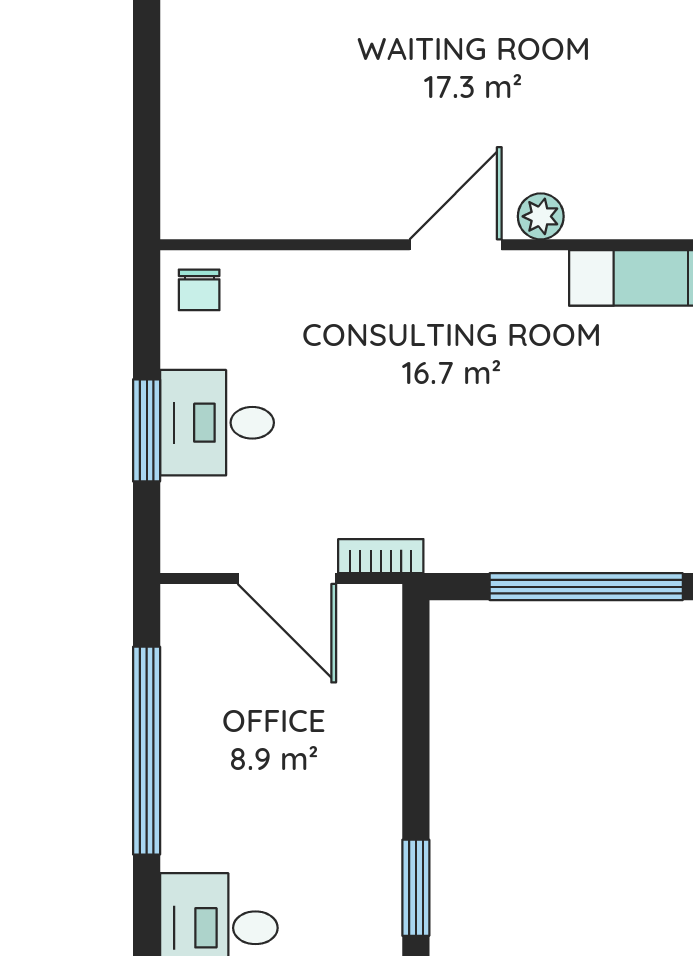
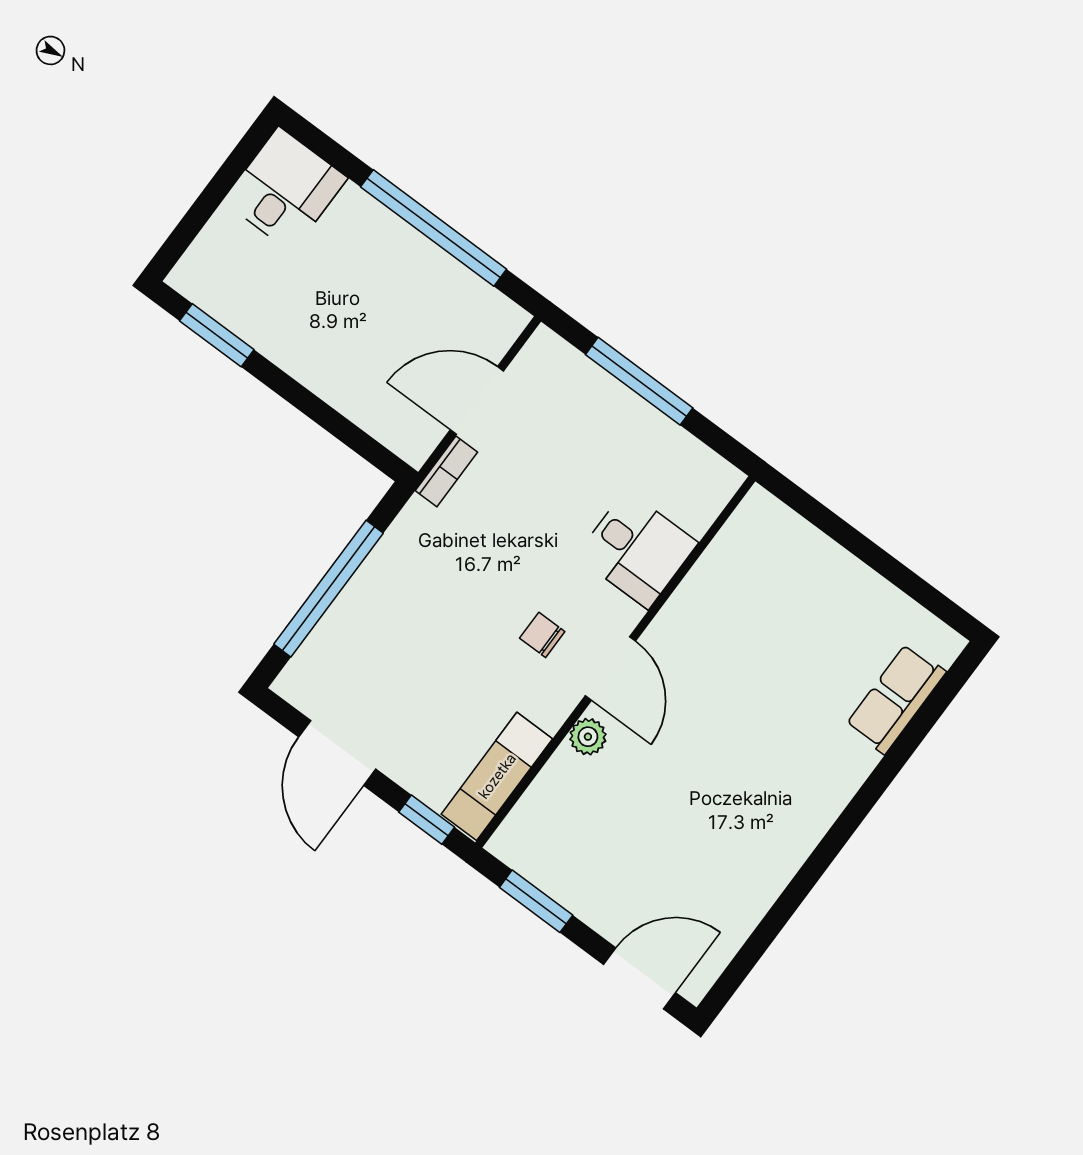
chair: (199, 290) -> (542, 635), moved
desk: (217, 423) -> (637, 549), moved, turned 90
window: (147, 430) -> (639, 381), width x1.44

